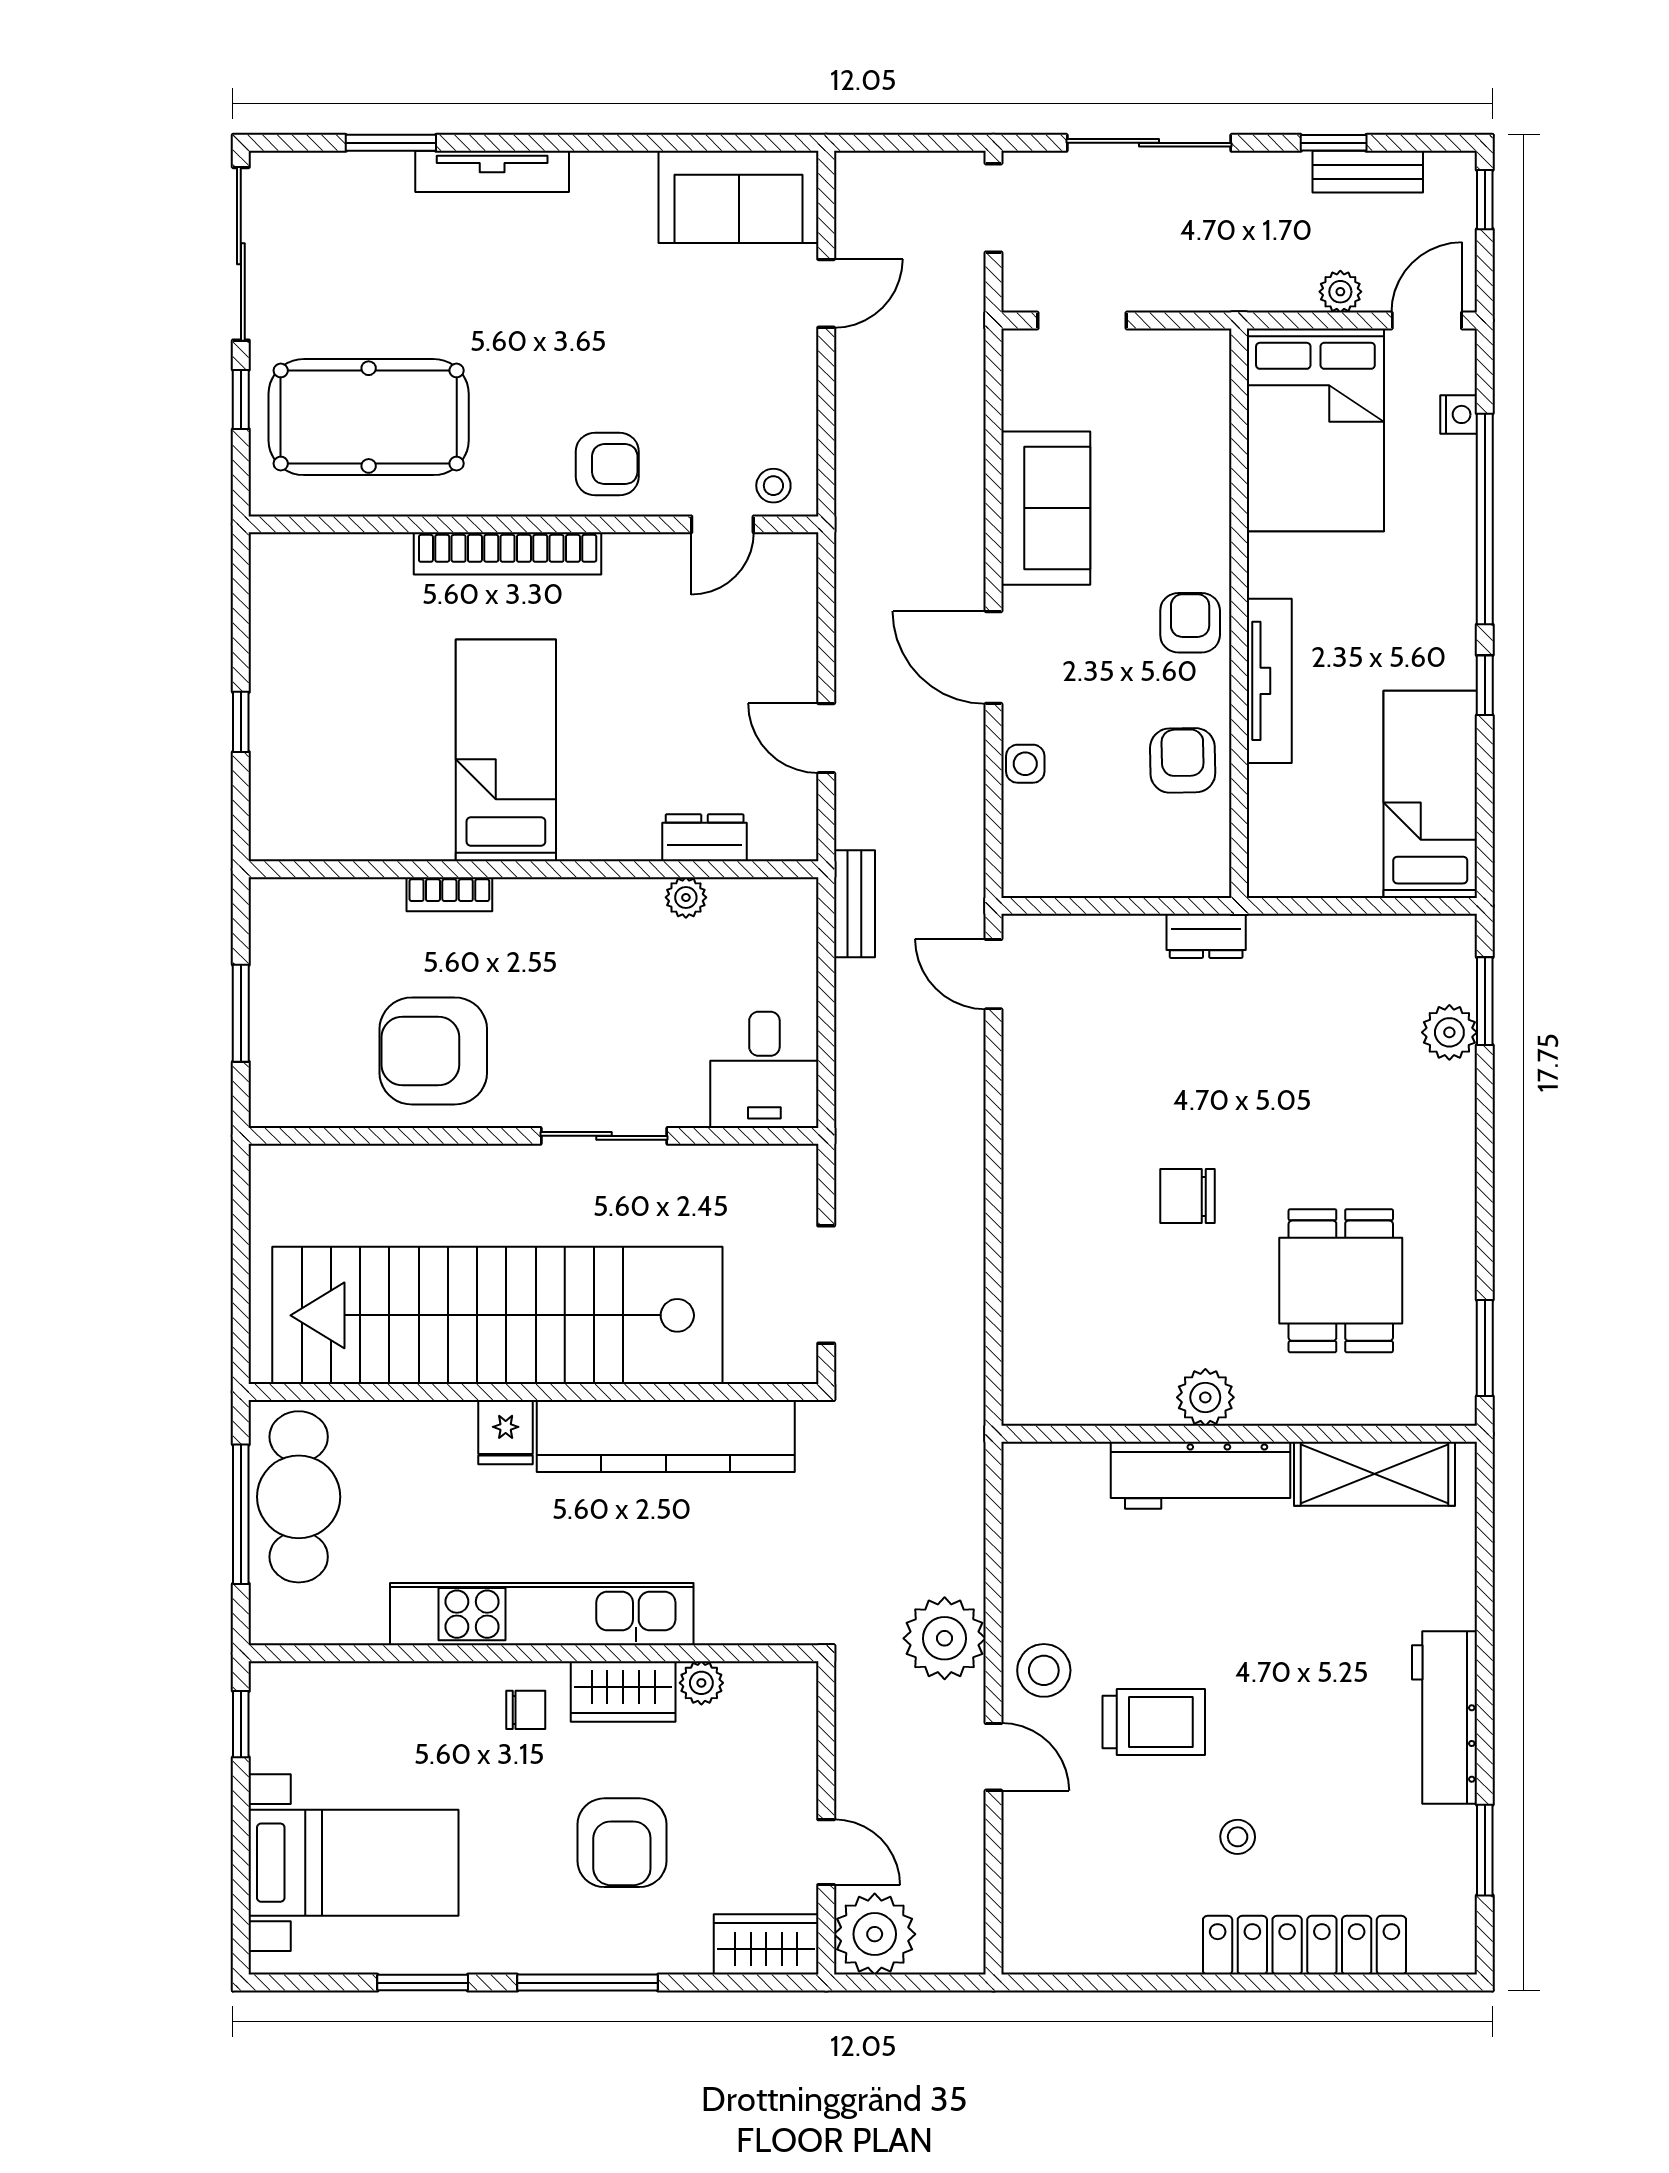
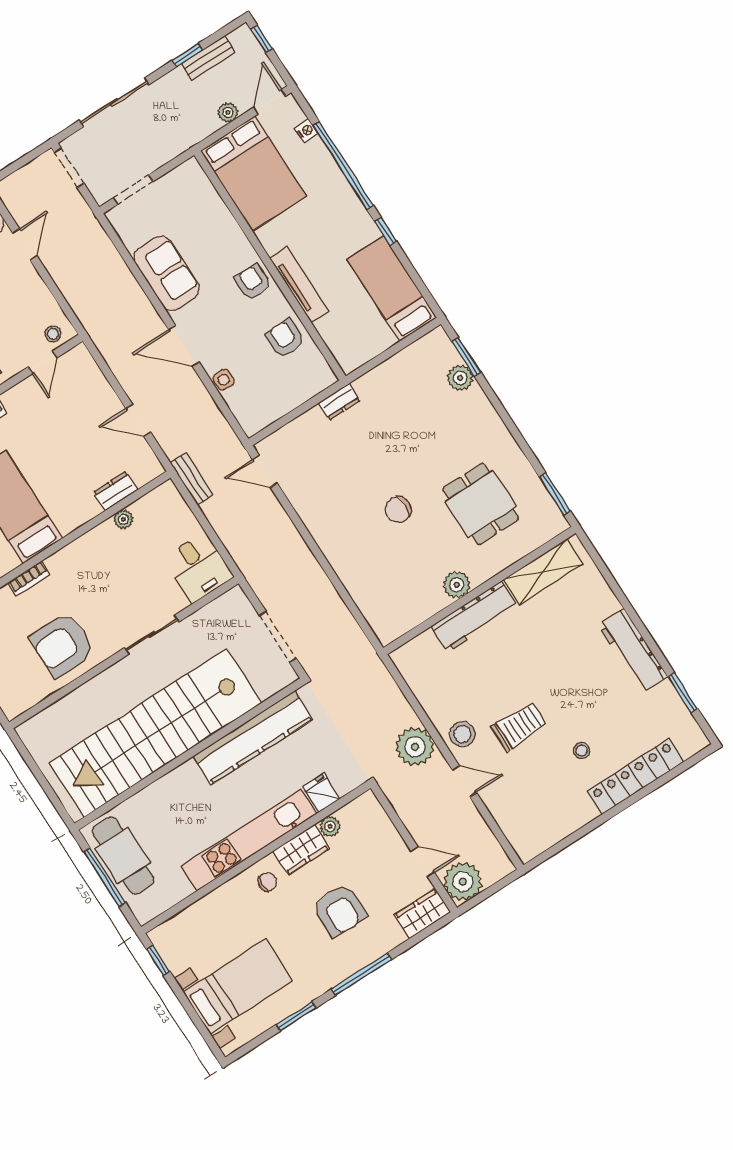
fridge: (506, 1432) -> (321, 793), moved, turned 180

